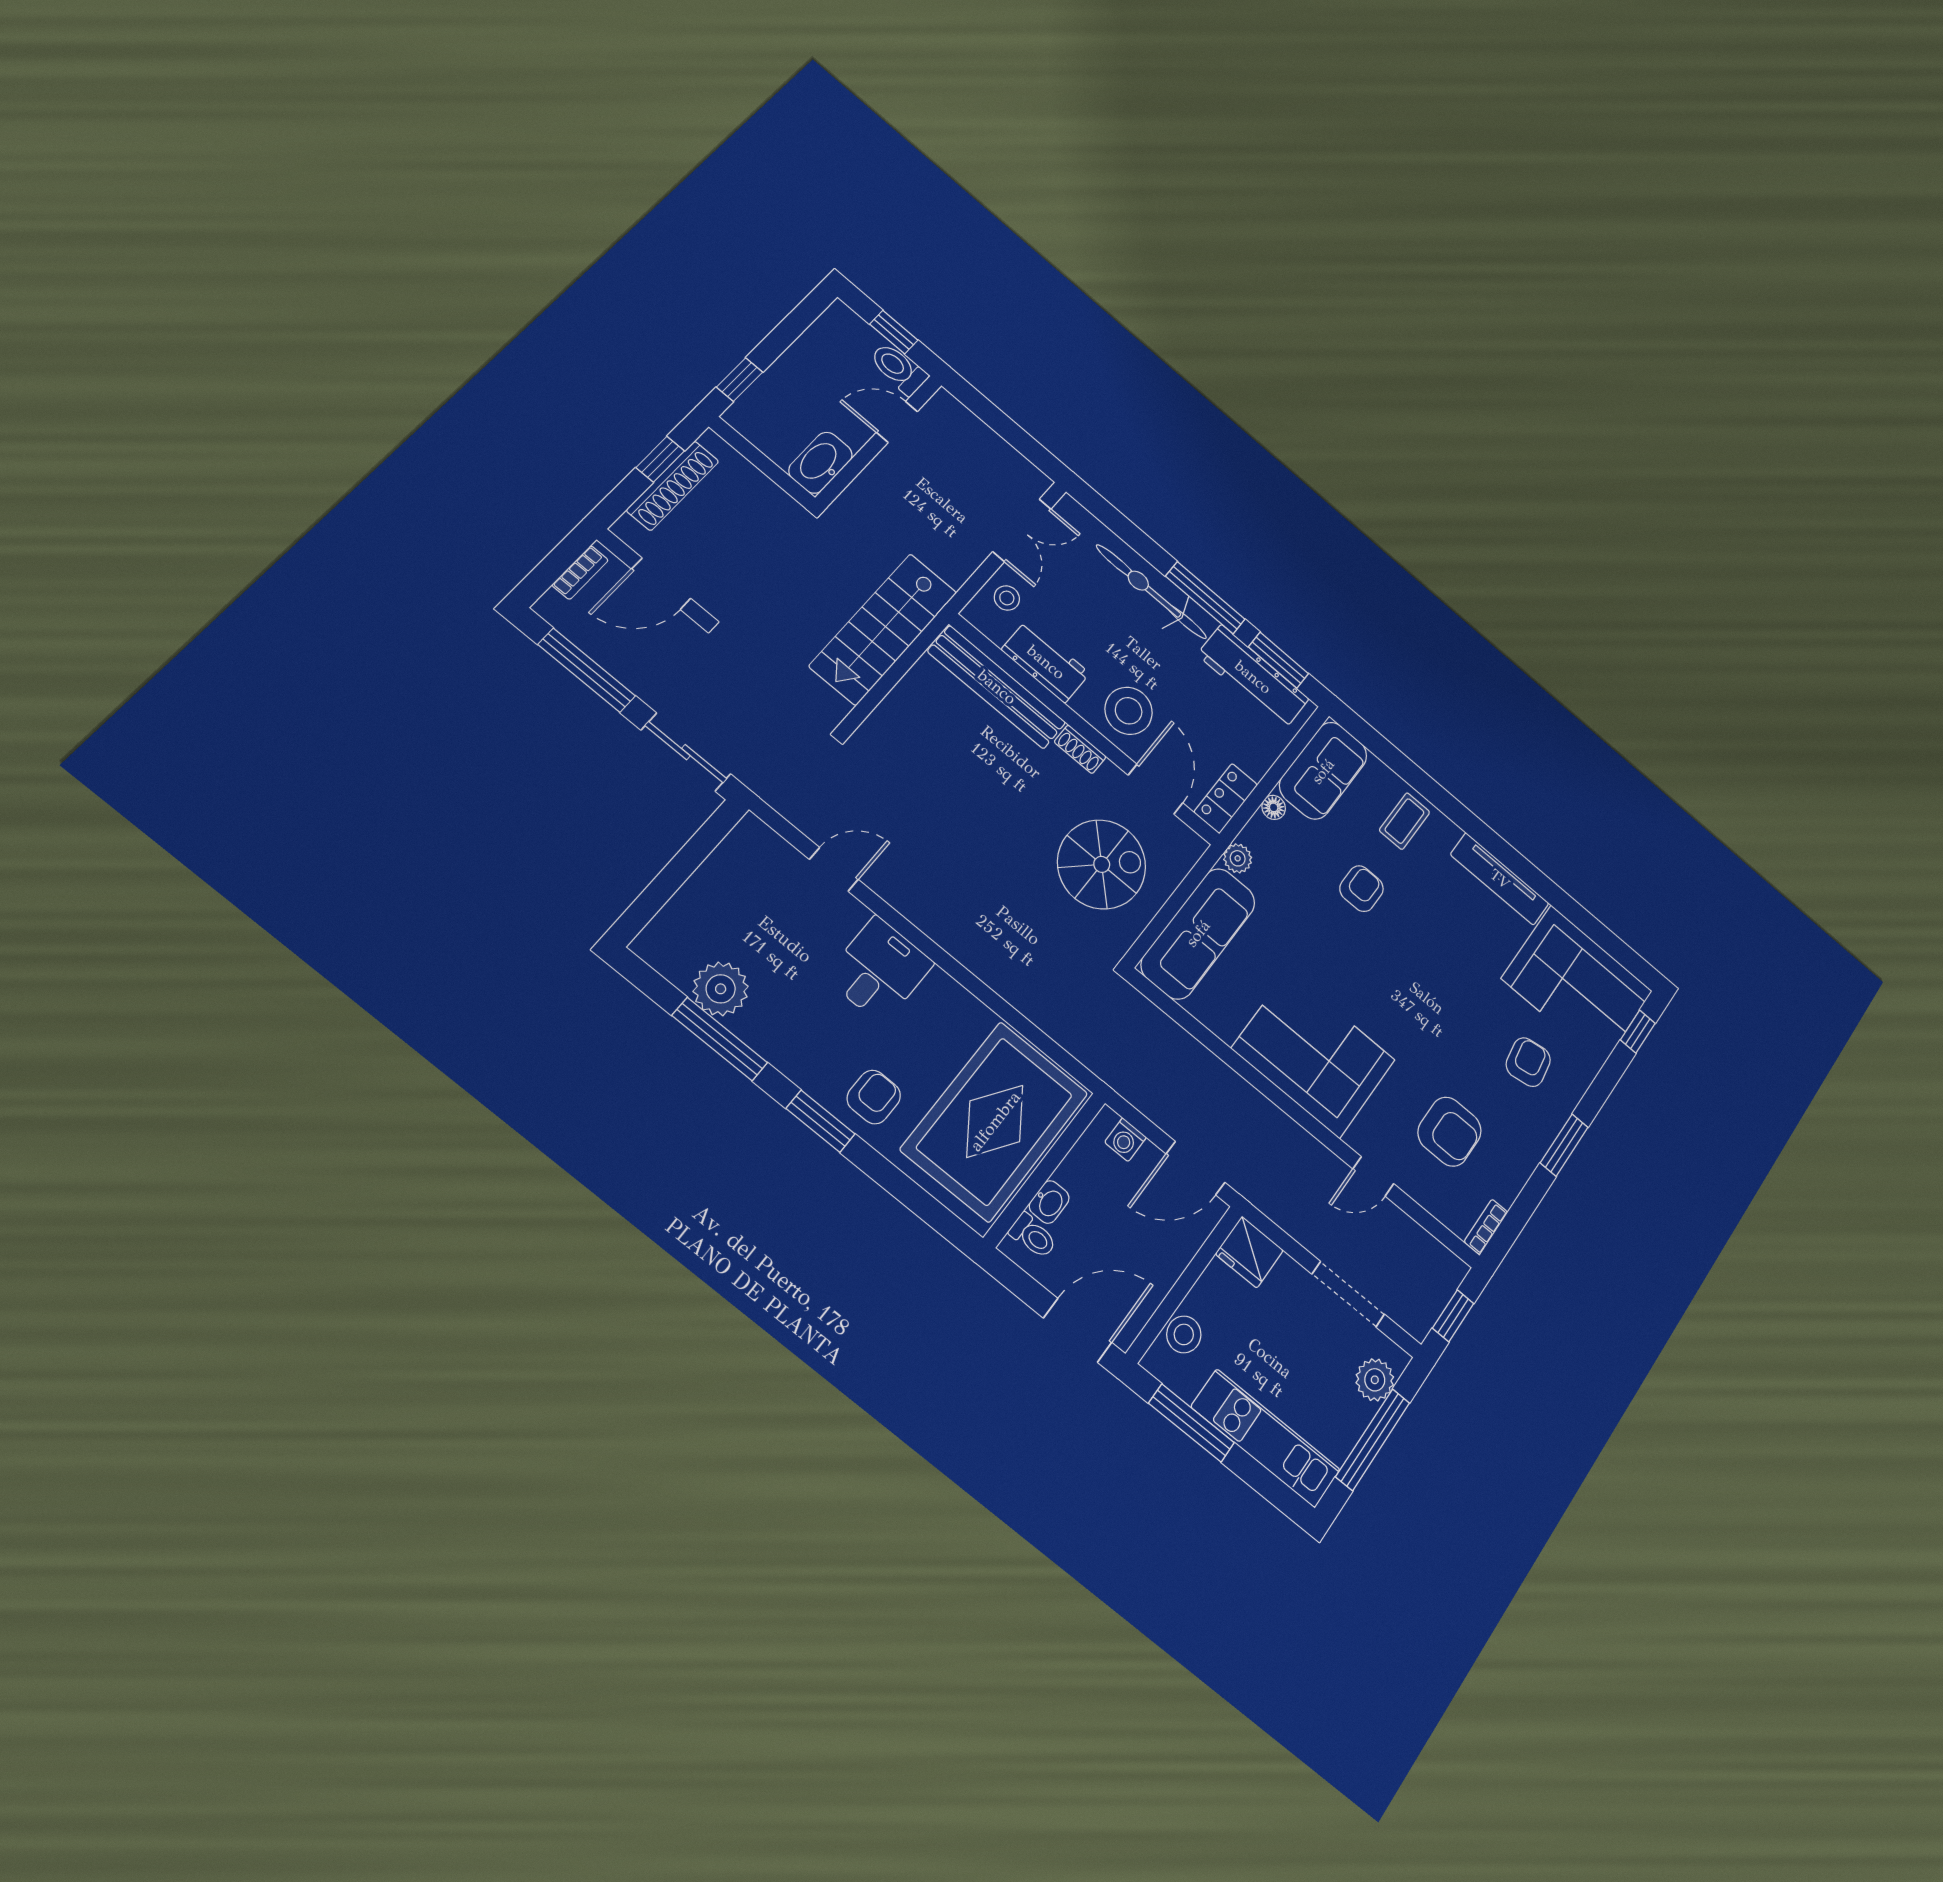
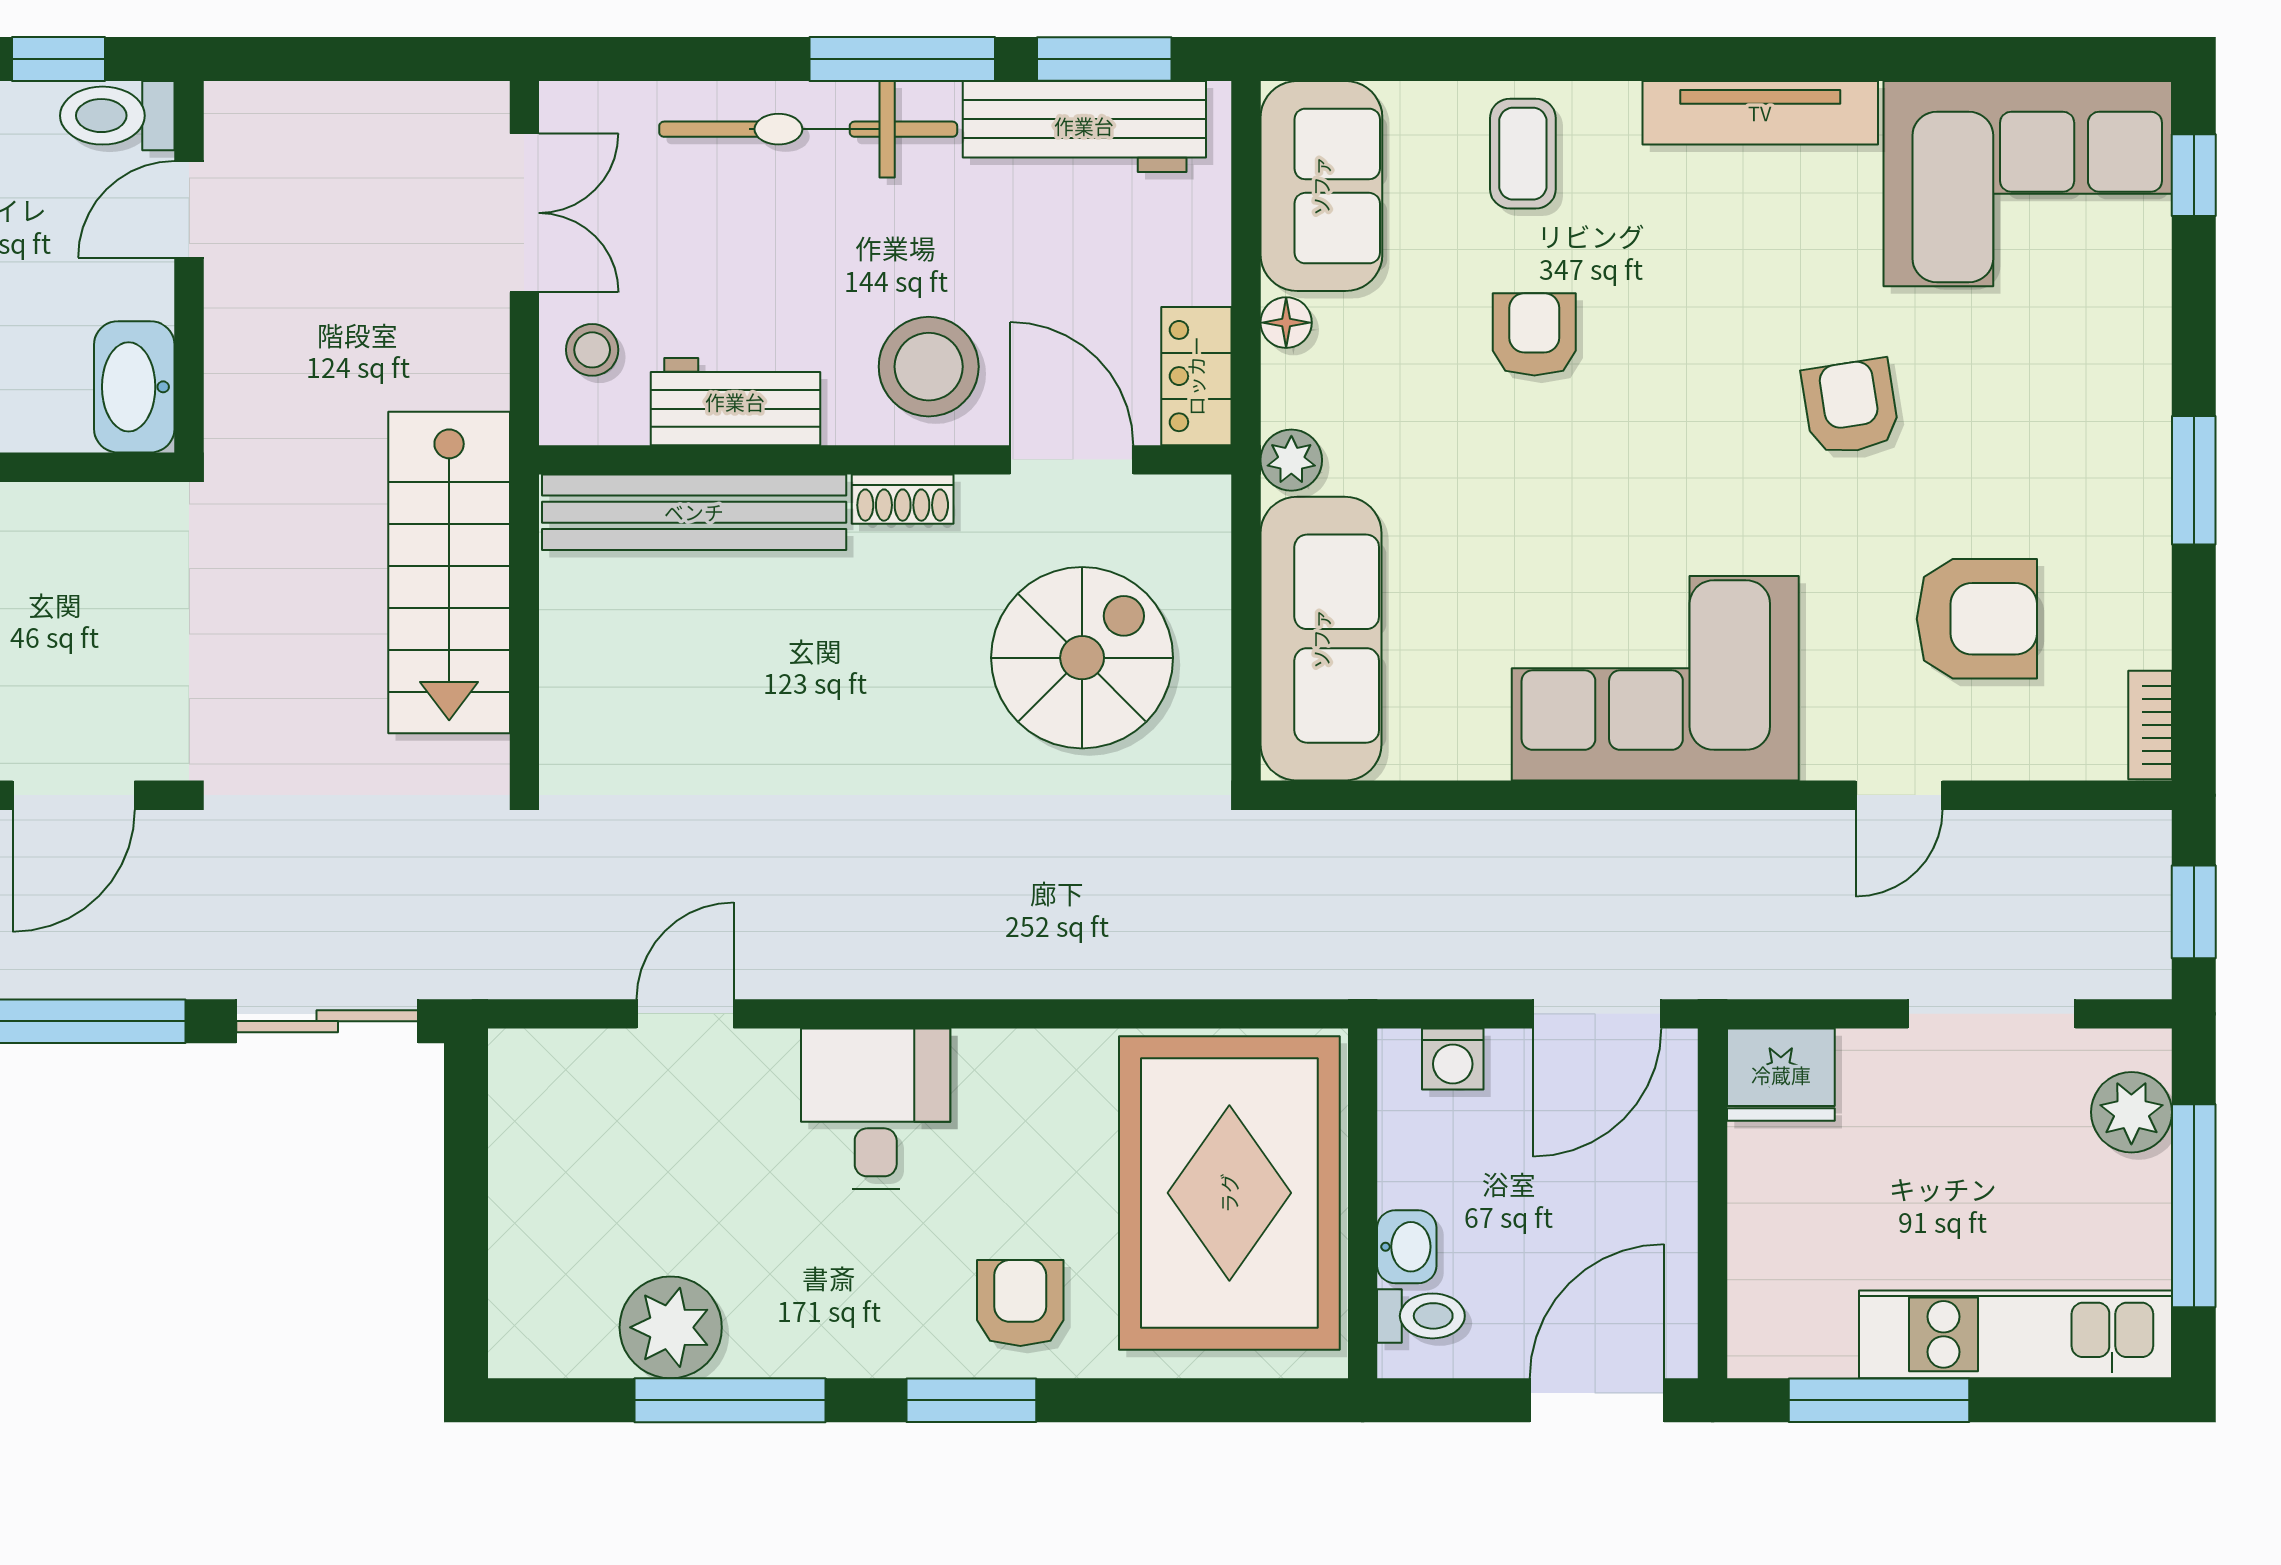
armchair: (1528, 1062) -> (1851, 407), moved
stool: (1184, 1334) -> (1768, 1280), removed

